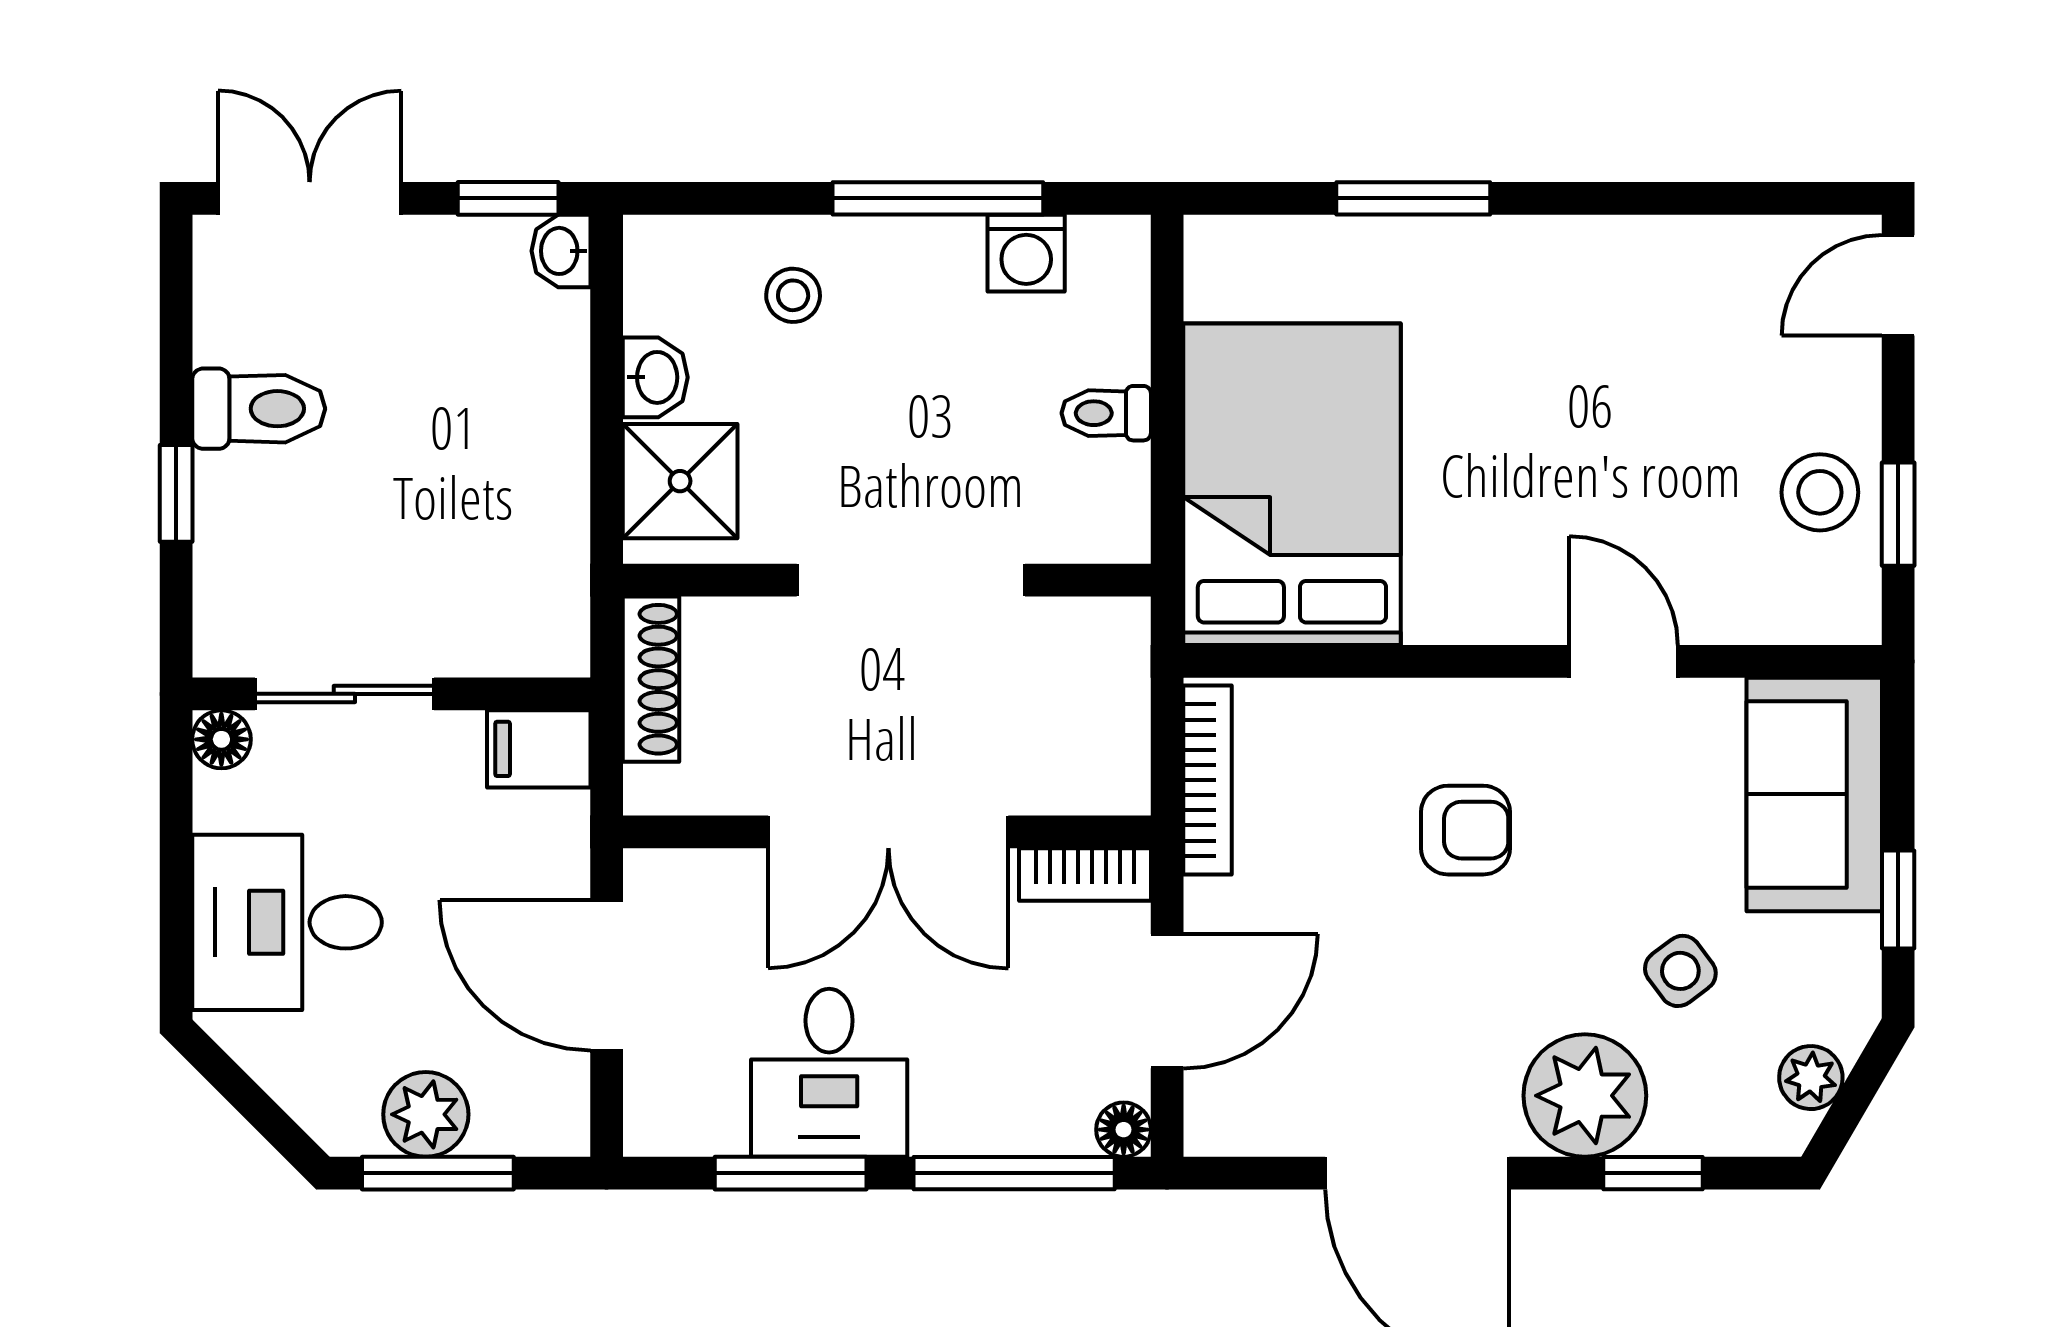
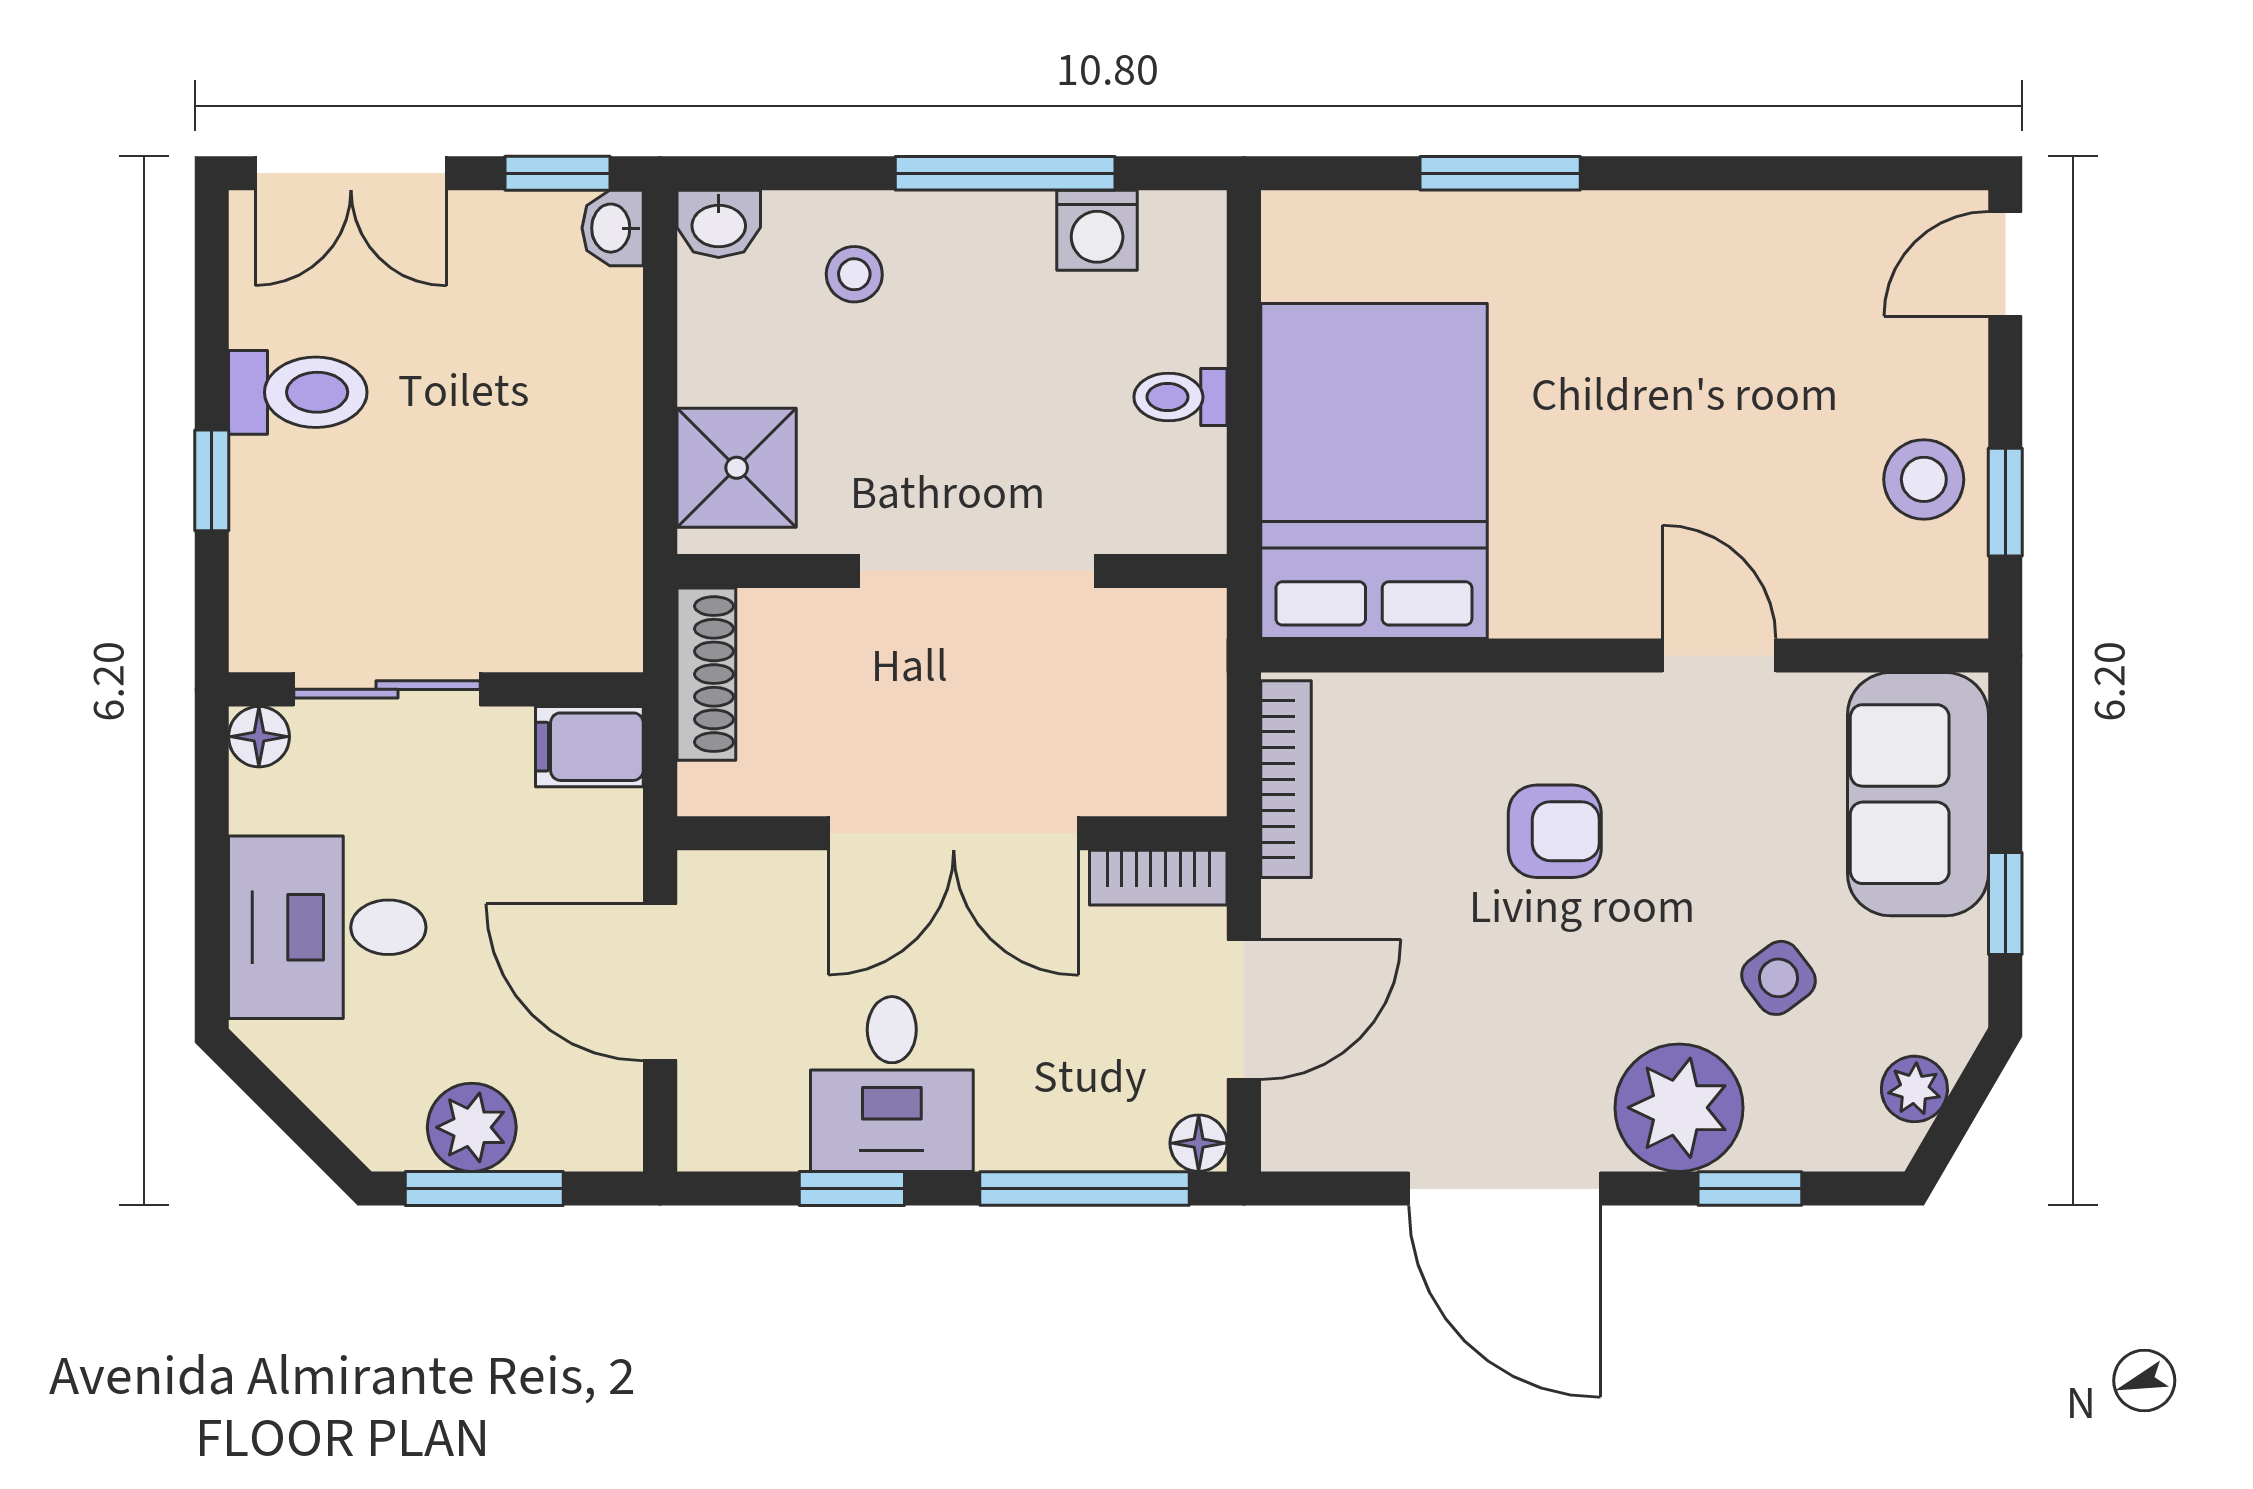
double door: (310, 198) -> (351, 173), swing flipped
washbasin: (655, 377) -> (719, 224), moved, turned 90
window: (791, 1173) -> (852, 1189), width x0.67

